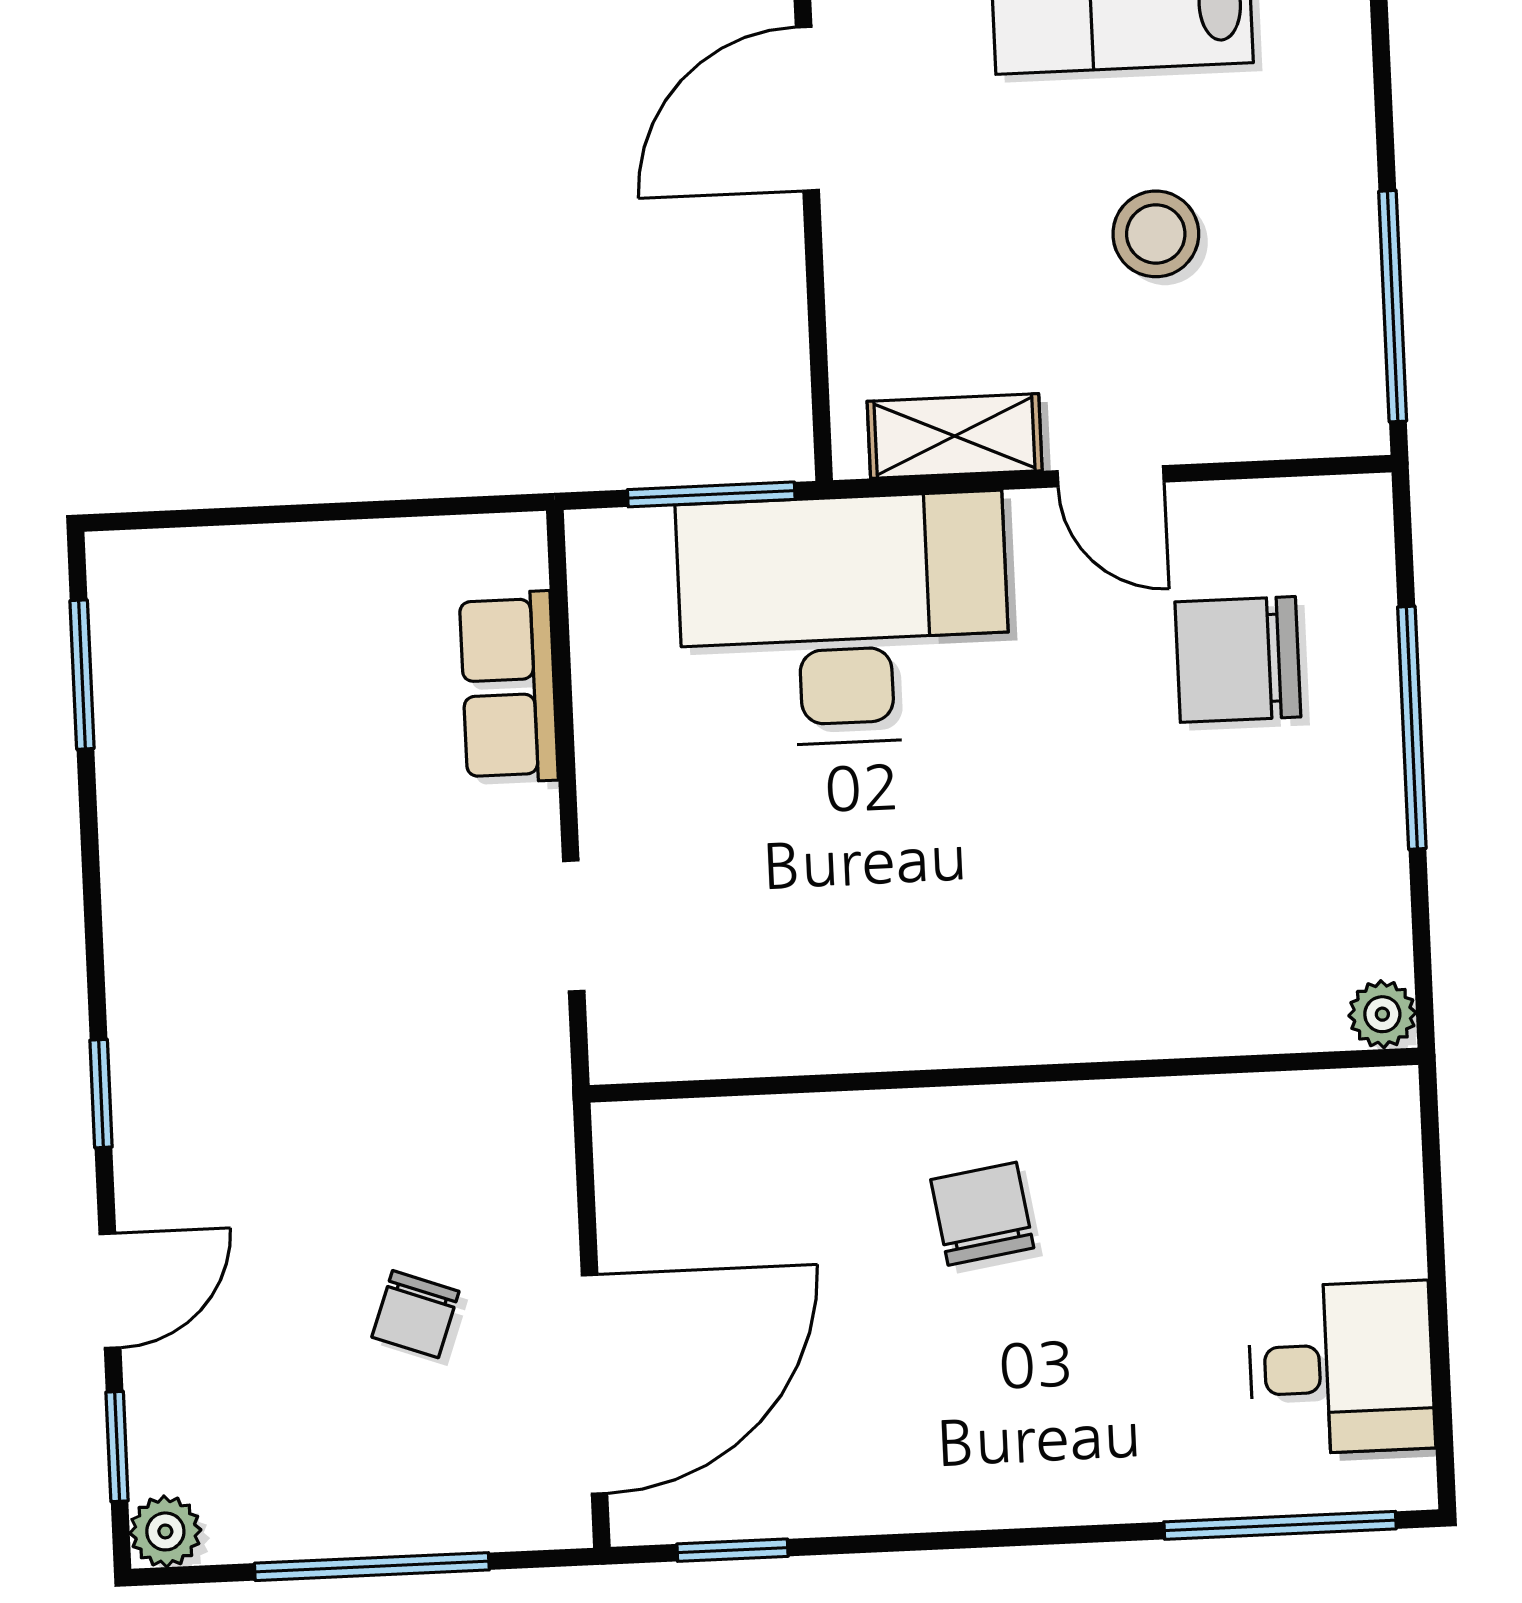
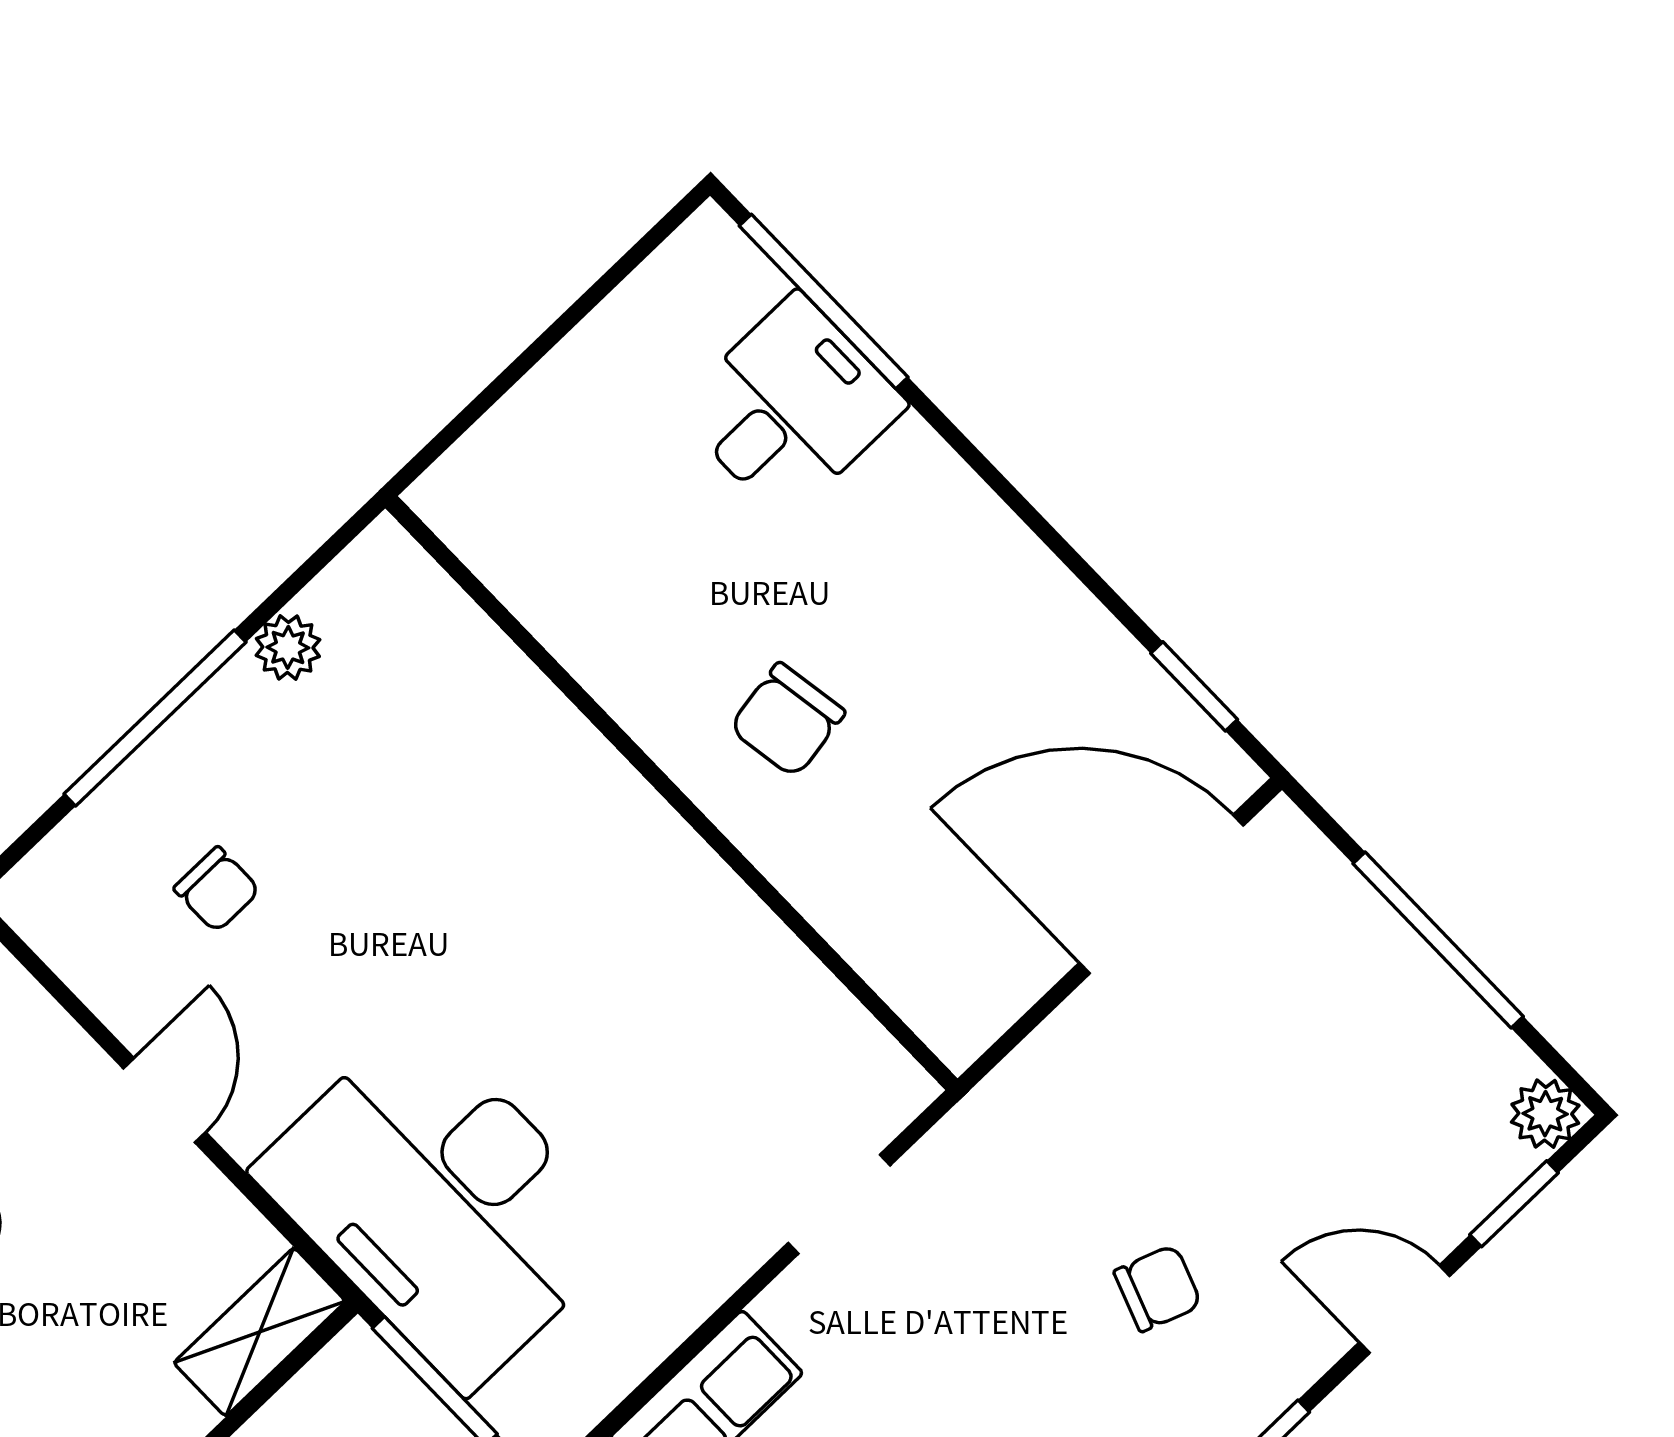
shelving: (955, 436) -> (260, 1332), moved, turned 90
chair: (1238, 659) -> (217, 889), width x0.54, depth x0.54
plant: (1382, 1014) -> (288, 647), moved
chair: (415, 1314) -> (1158, 1288), moved
desk: (1341, 1368) -> (791, 407), moved, turned 90

